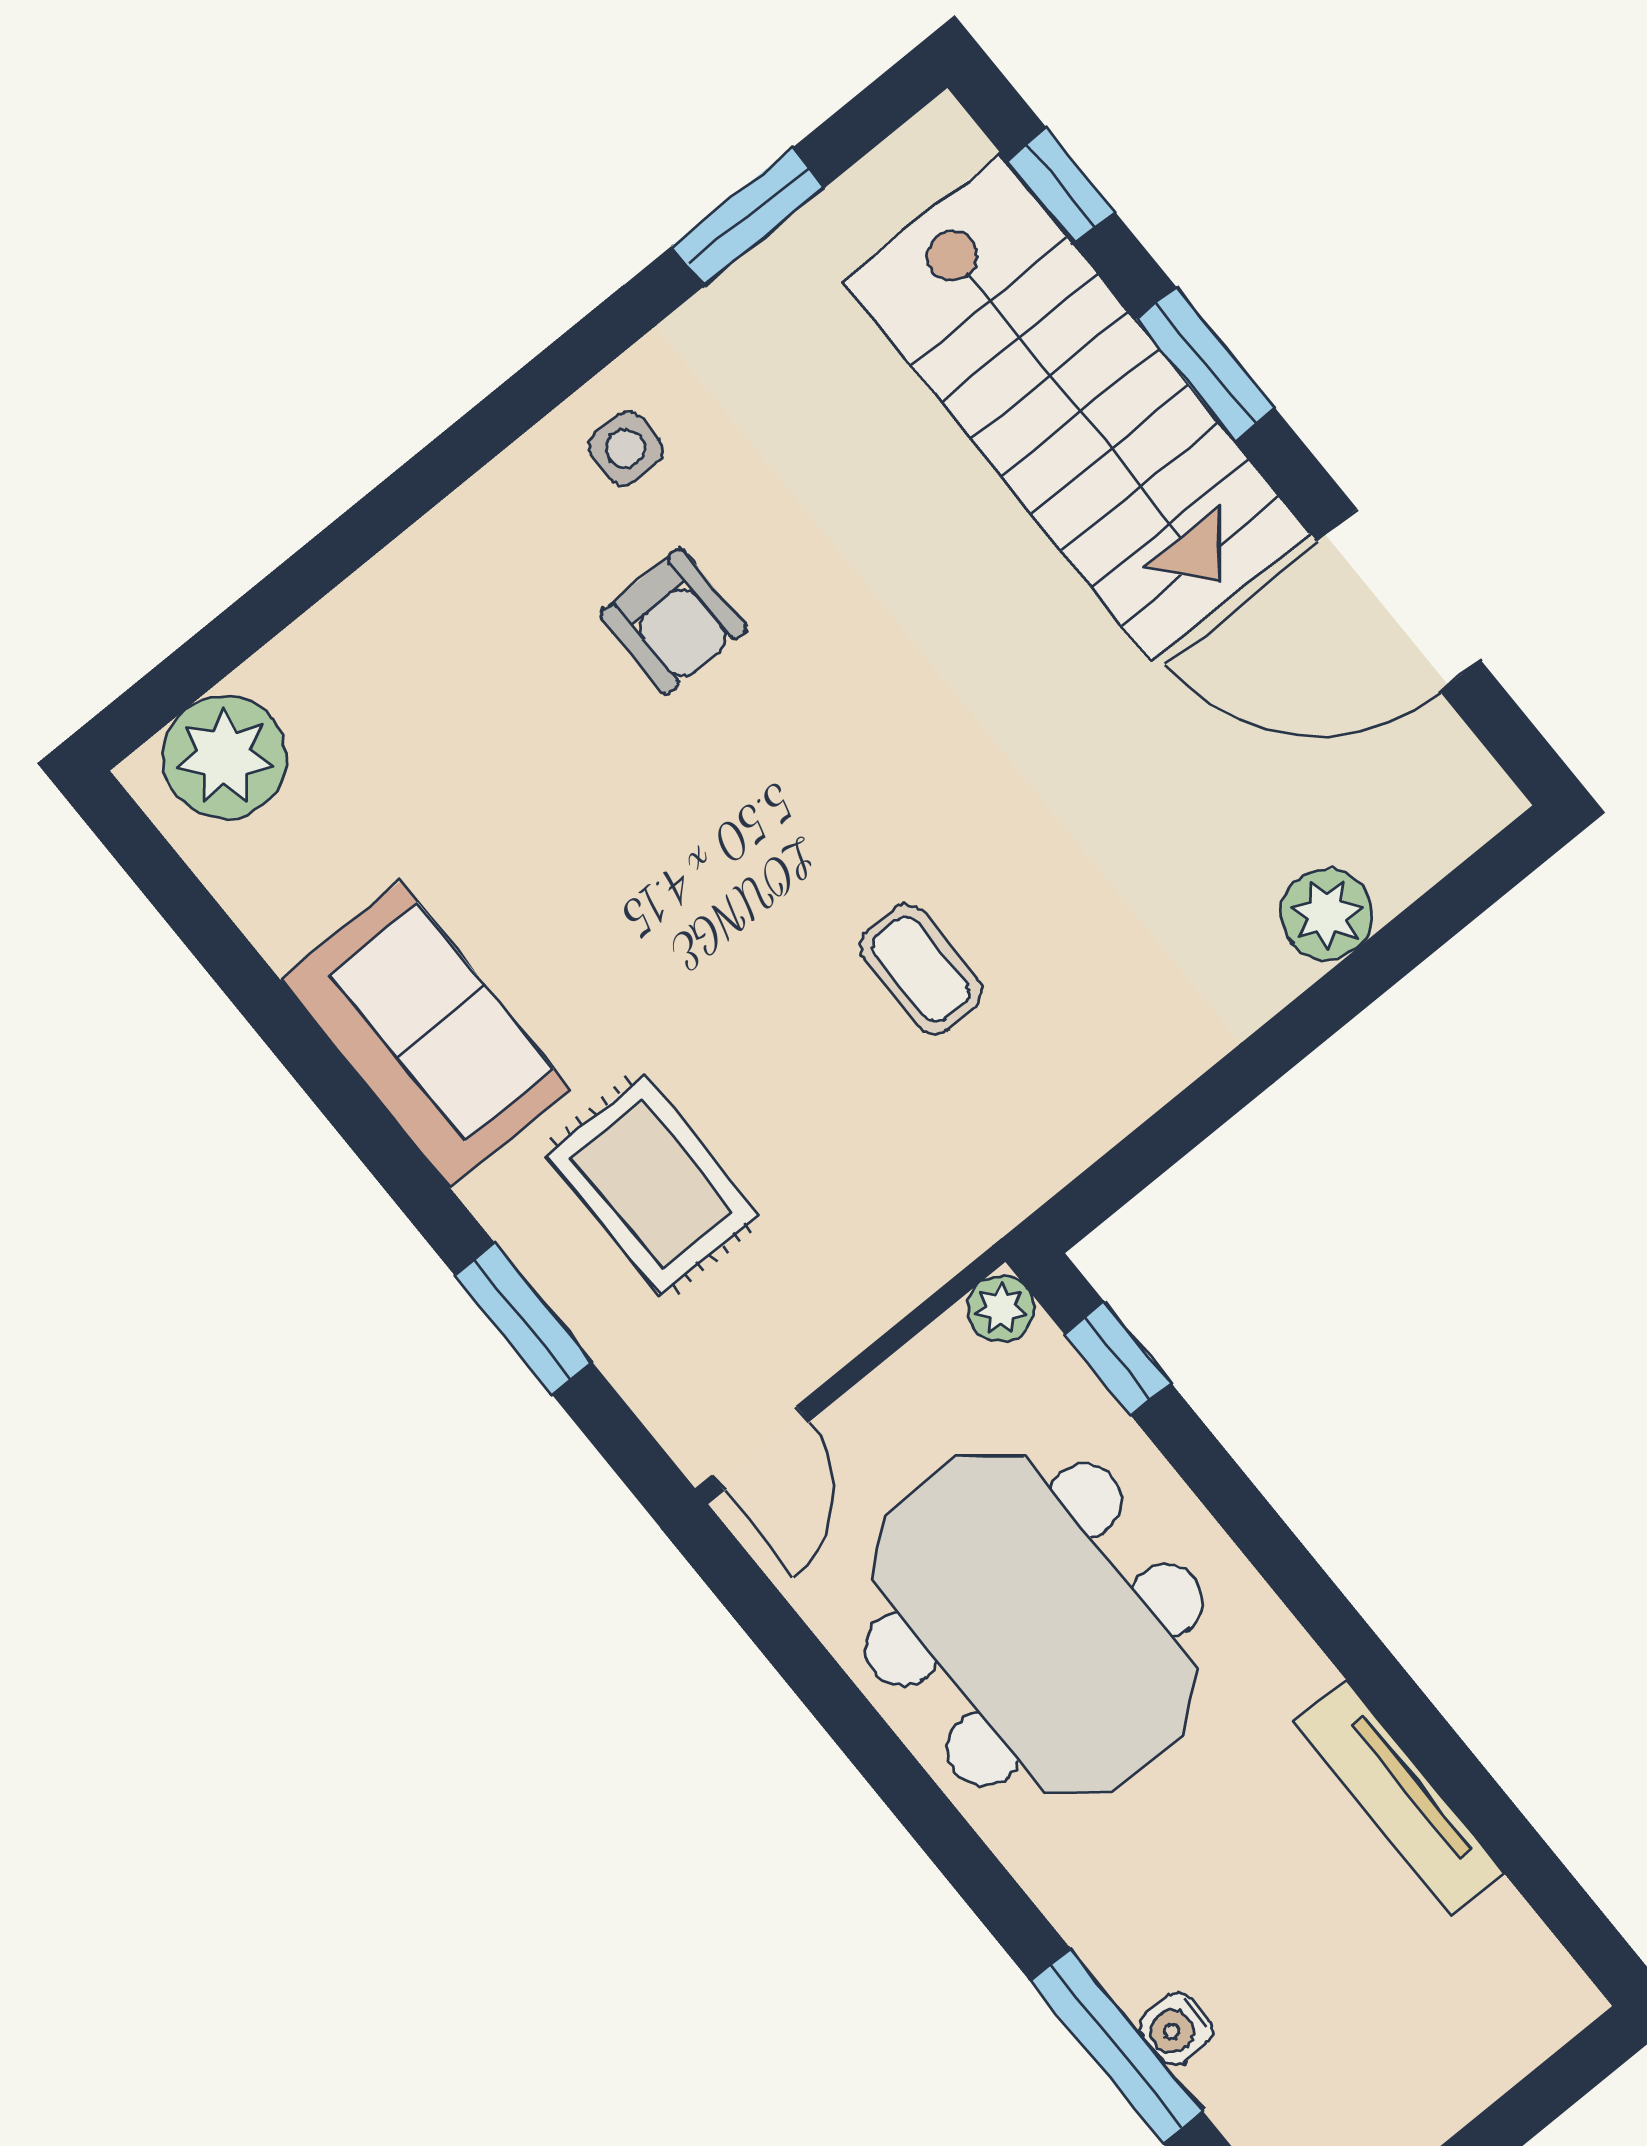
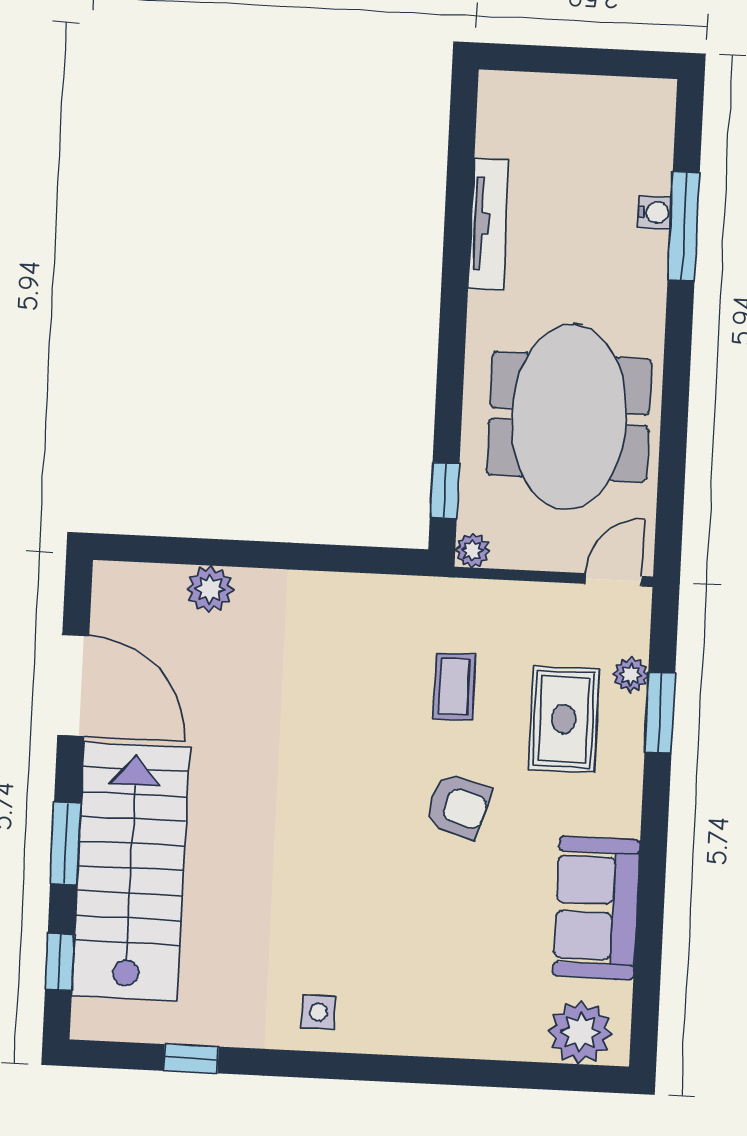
window: (748, 217) -> (191, 1059), width x0.67
armchair: (673, 621) -> (458, 806), moved, turned 106
coffee table: (921, 969) -> (454, 687), moved
sofa: (425, 1035) -> (597, 908), moved
plant: (614, 1335) -> (631, 675), added

